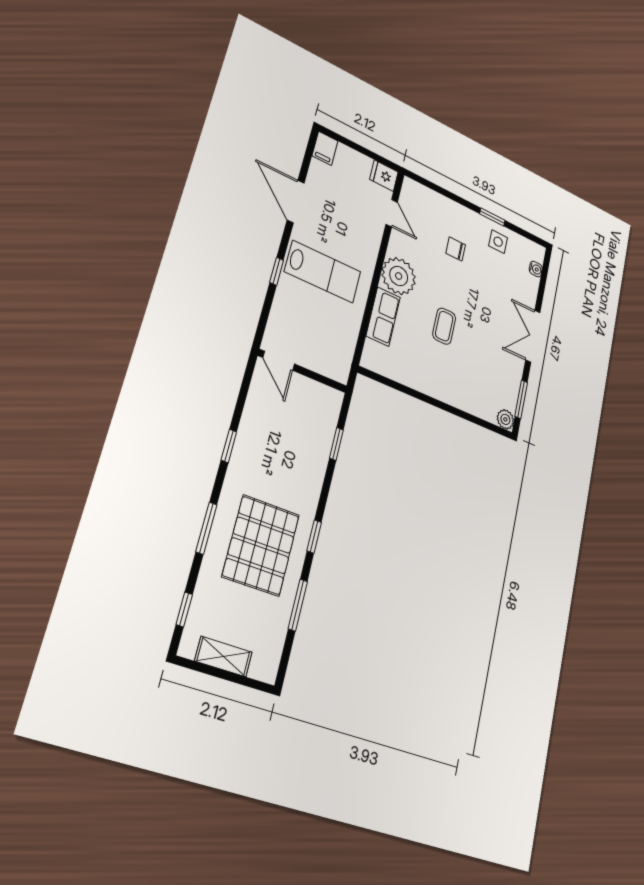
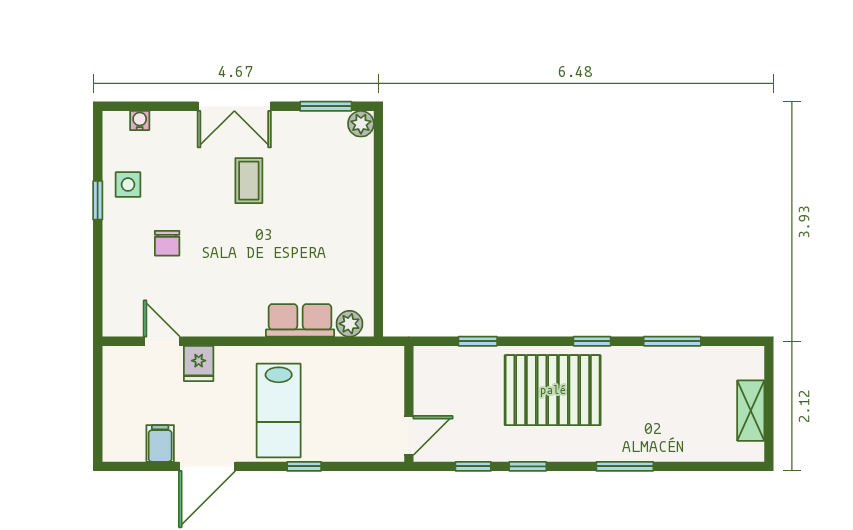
filing cabinet: (325, 148) -> (160, 443), moved, turned -90
fridge: (384, 176) -> (199, 363), moved
door: (392, 213) -> (162, 341), hinge flipped
lab bench: (323, 272) -> (279, 410), turned 180
plant: (399, 276) -> (350, 324), moved, width x0.53, depth x0.53
coffee table: (444, 326) -> (249, 181), moved, turned 90
pallet: (261, 545) -> (553, 390), moved
window: (184, 610) -> (473, 466), moved

